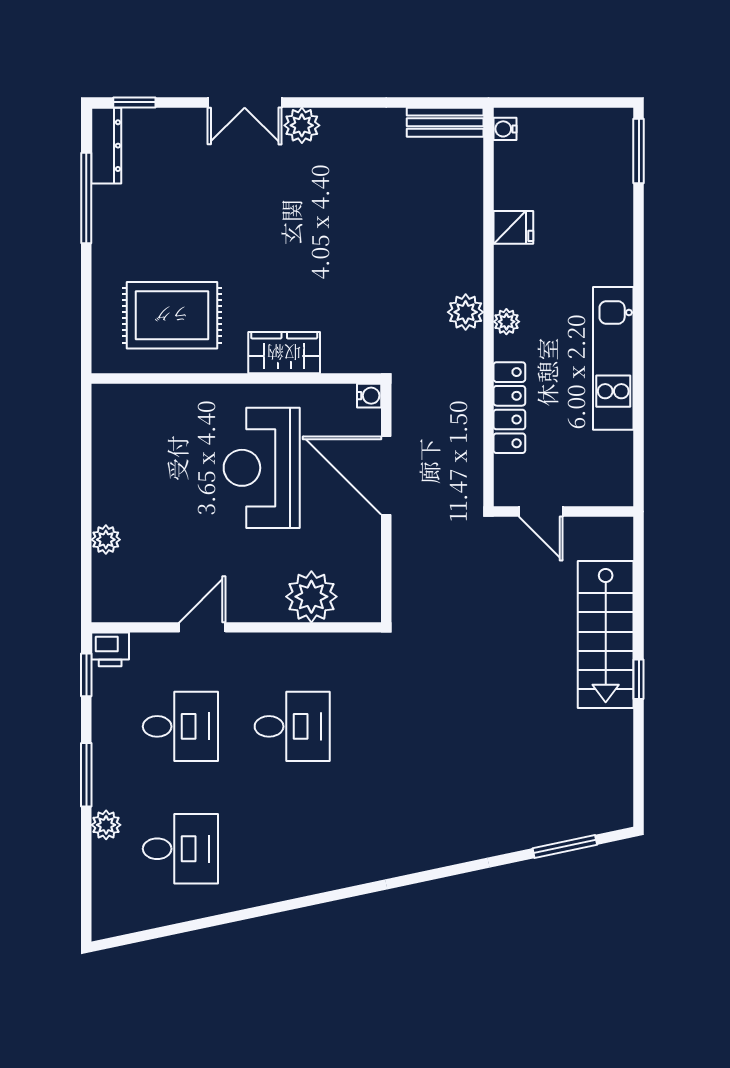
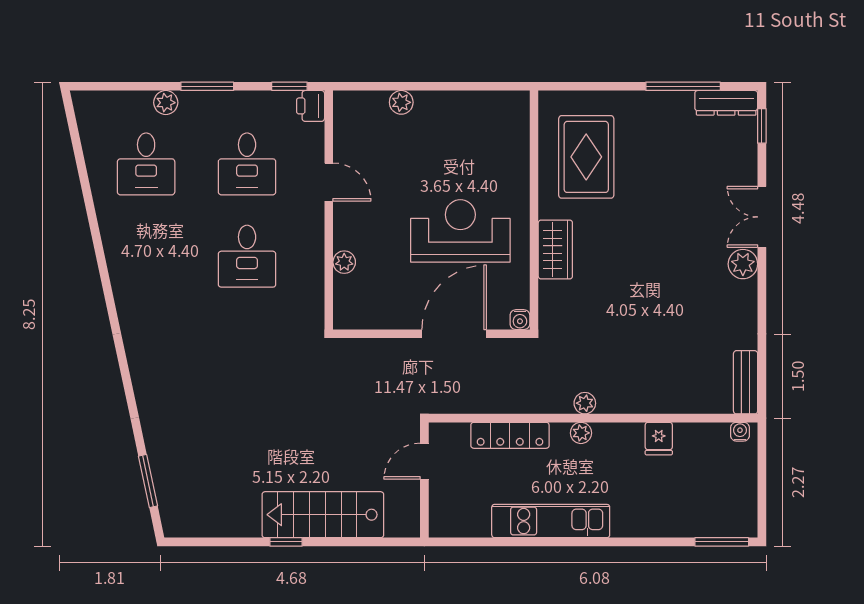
plant: (466, 312) -> (585, 403), width x0.73, depth x0.73
plant: (311, 597) -> (344, 262), width x0.53, depth x0.53

